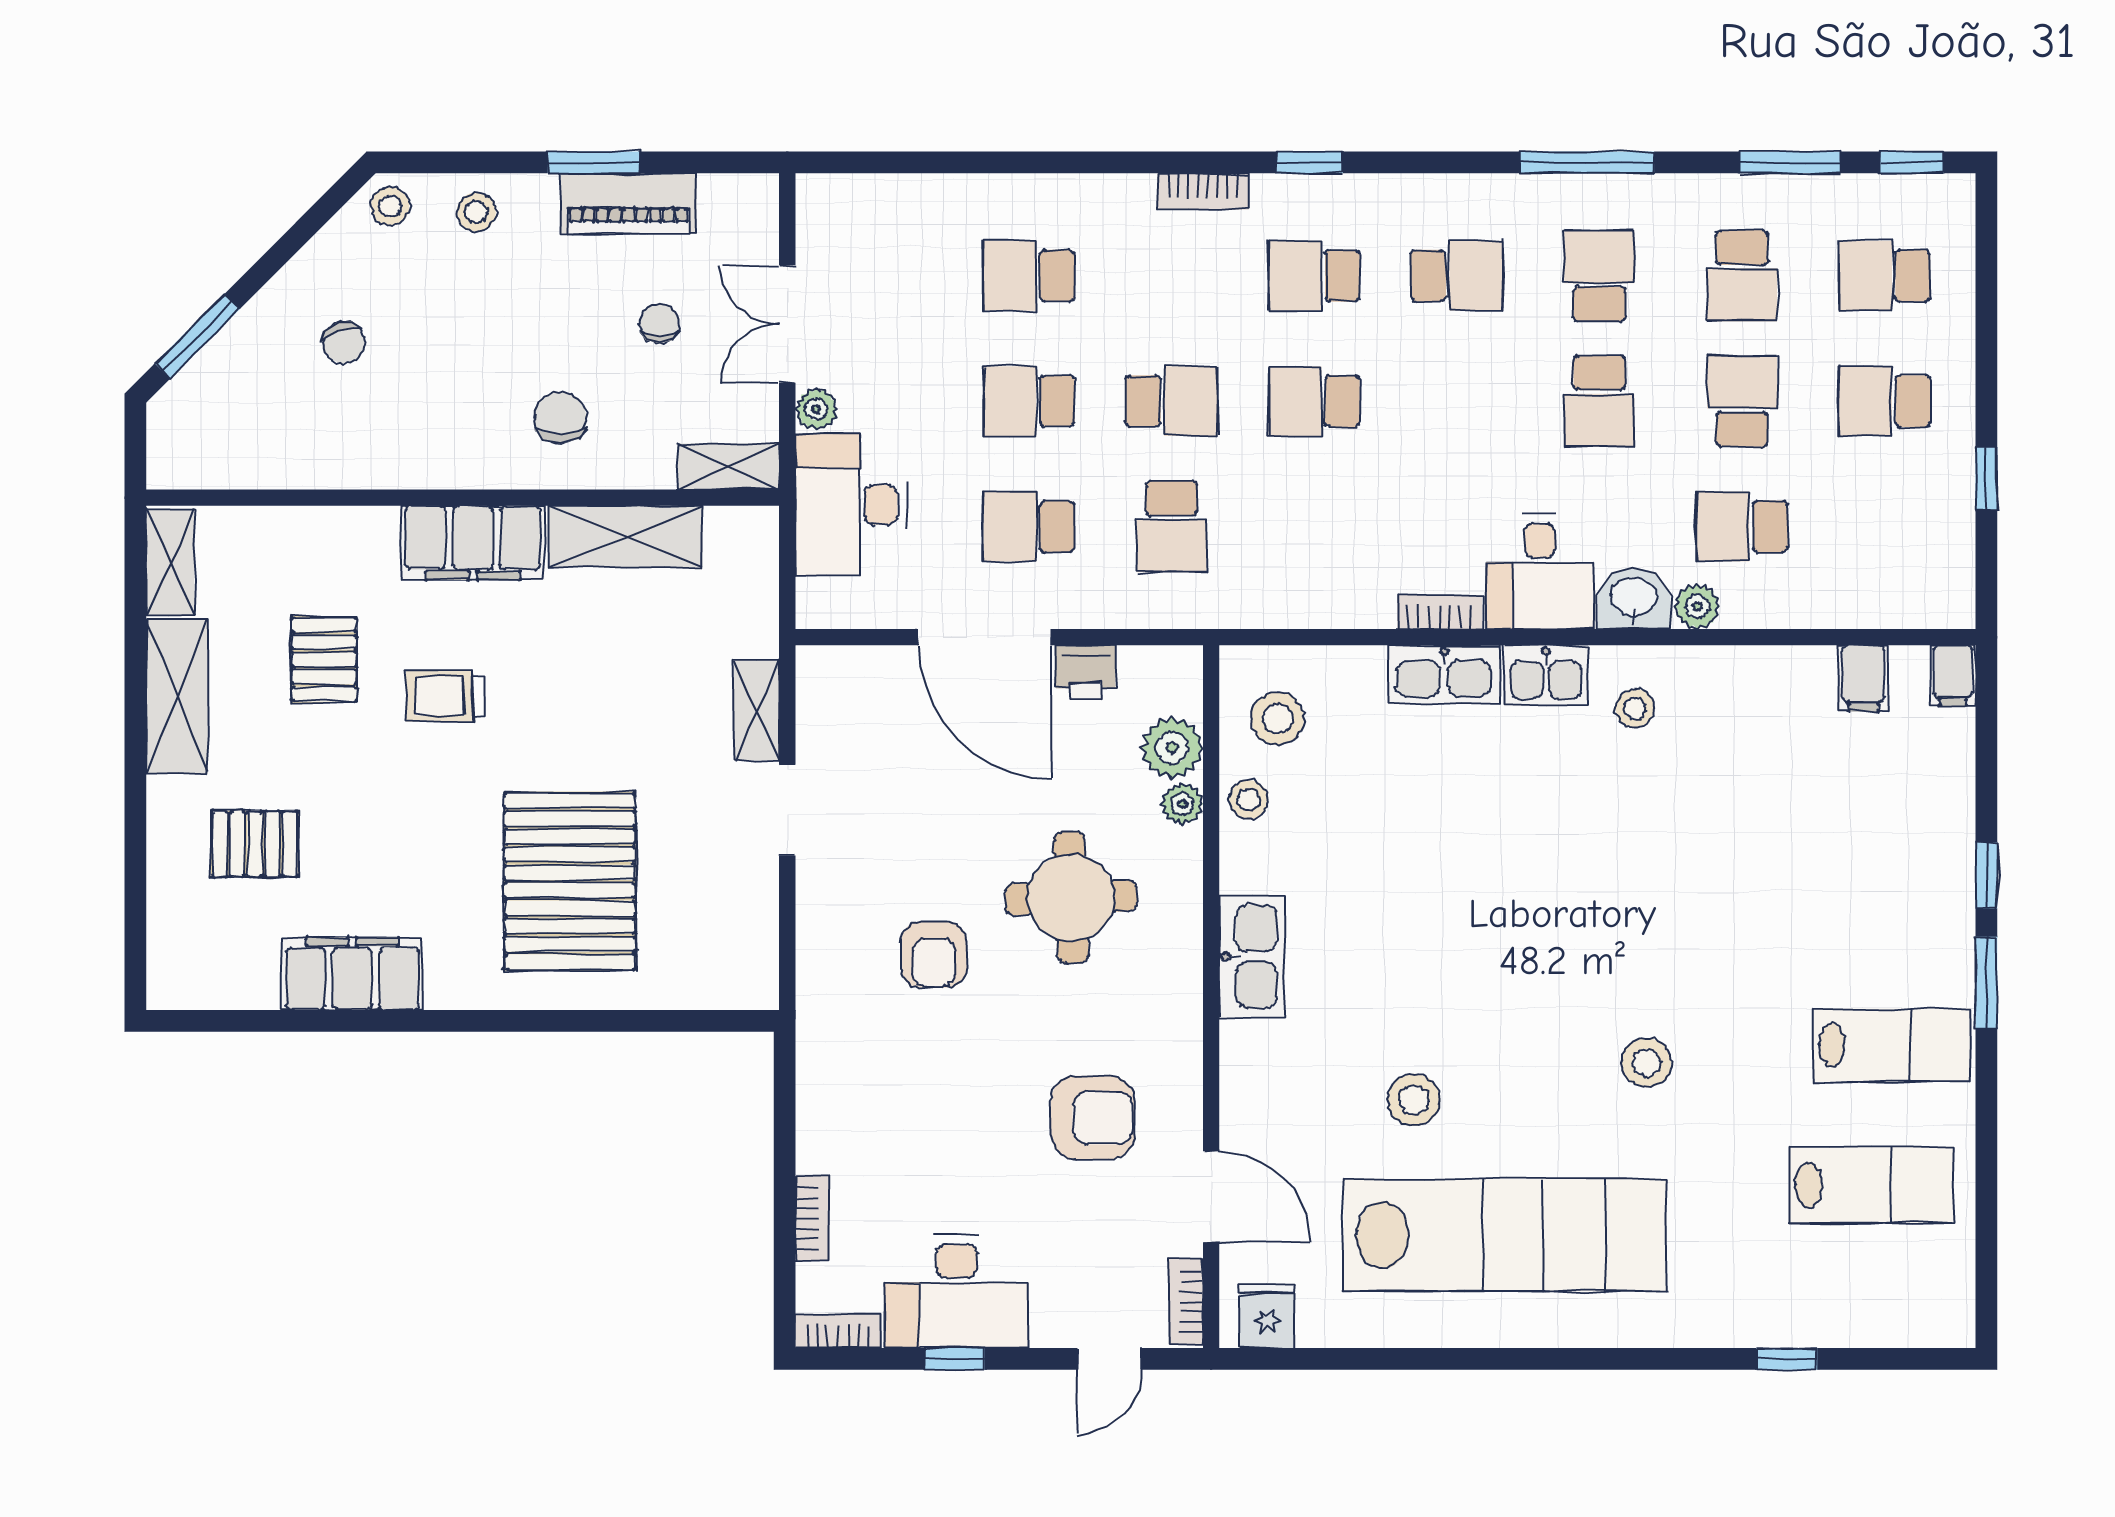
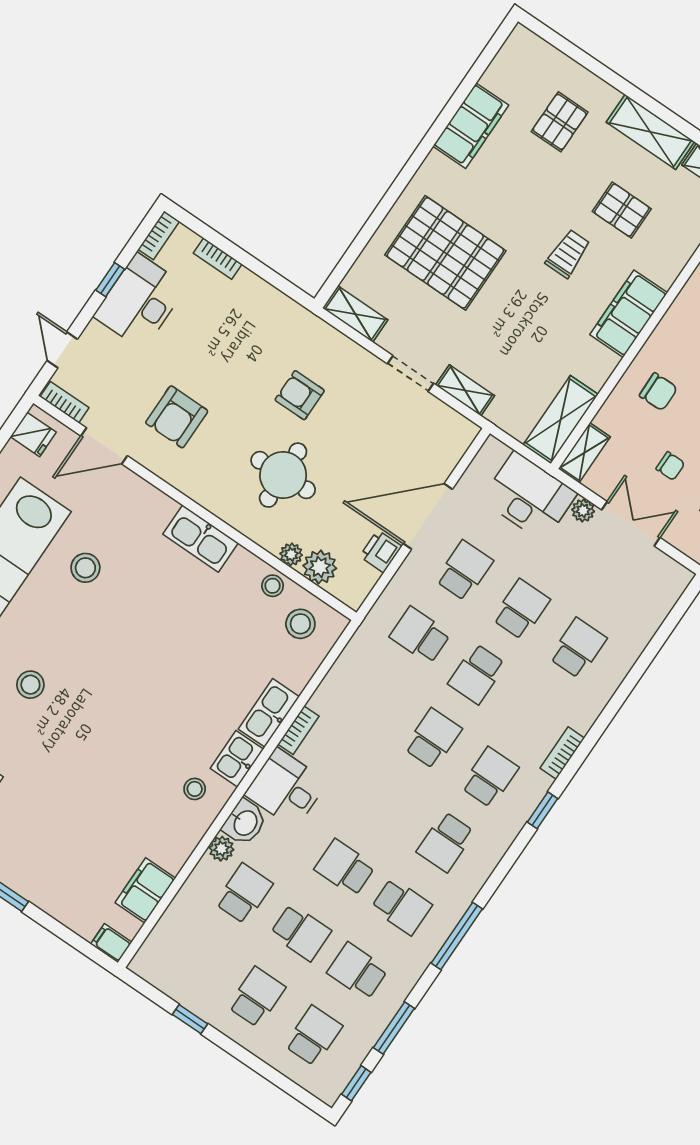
shelving: (626, 536) -> (561, 420), moved
filing cabinet: (1863, 678) -> (145, 890), width x2.00
shelving: (754, 954) -> (355, 314), added

